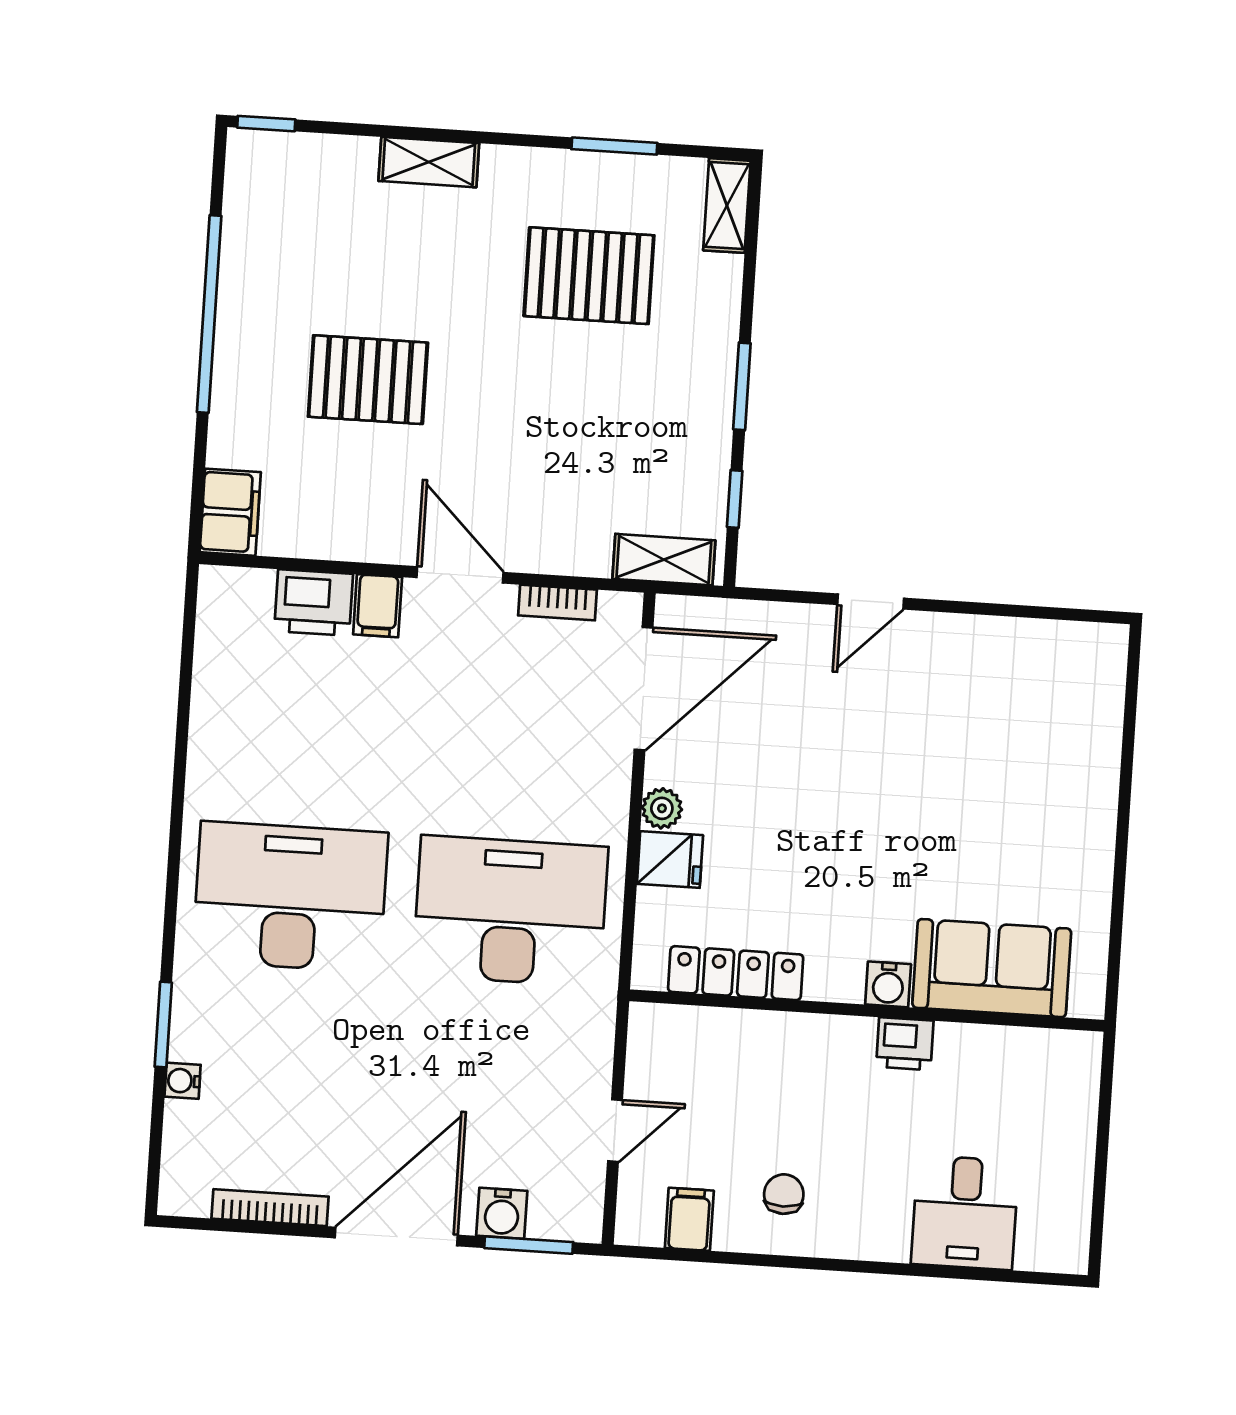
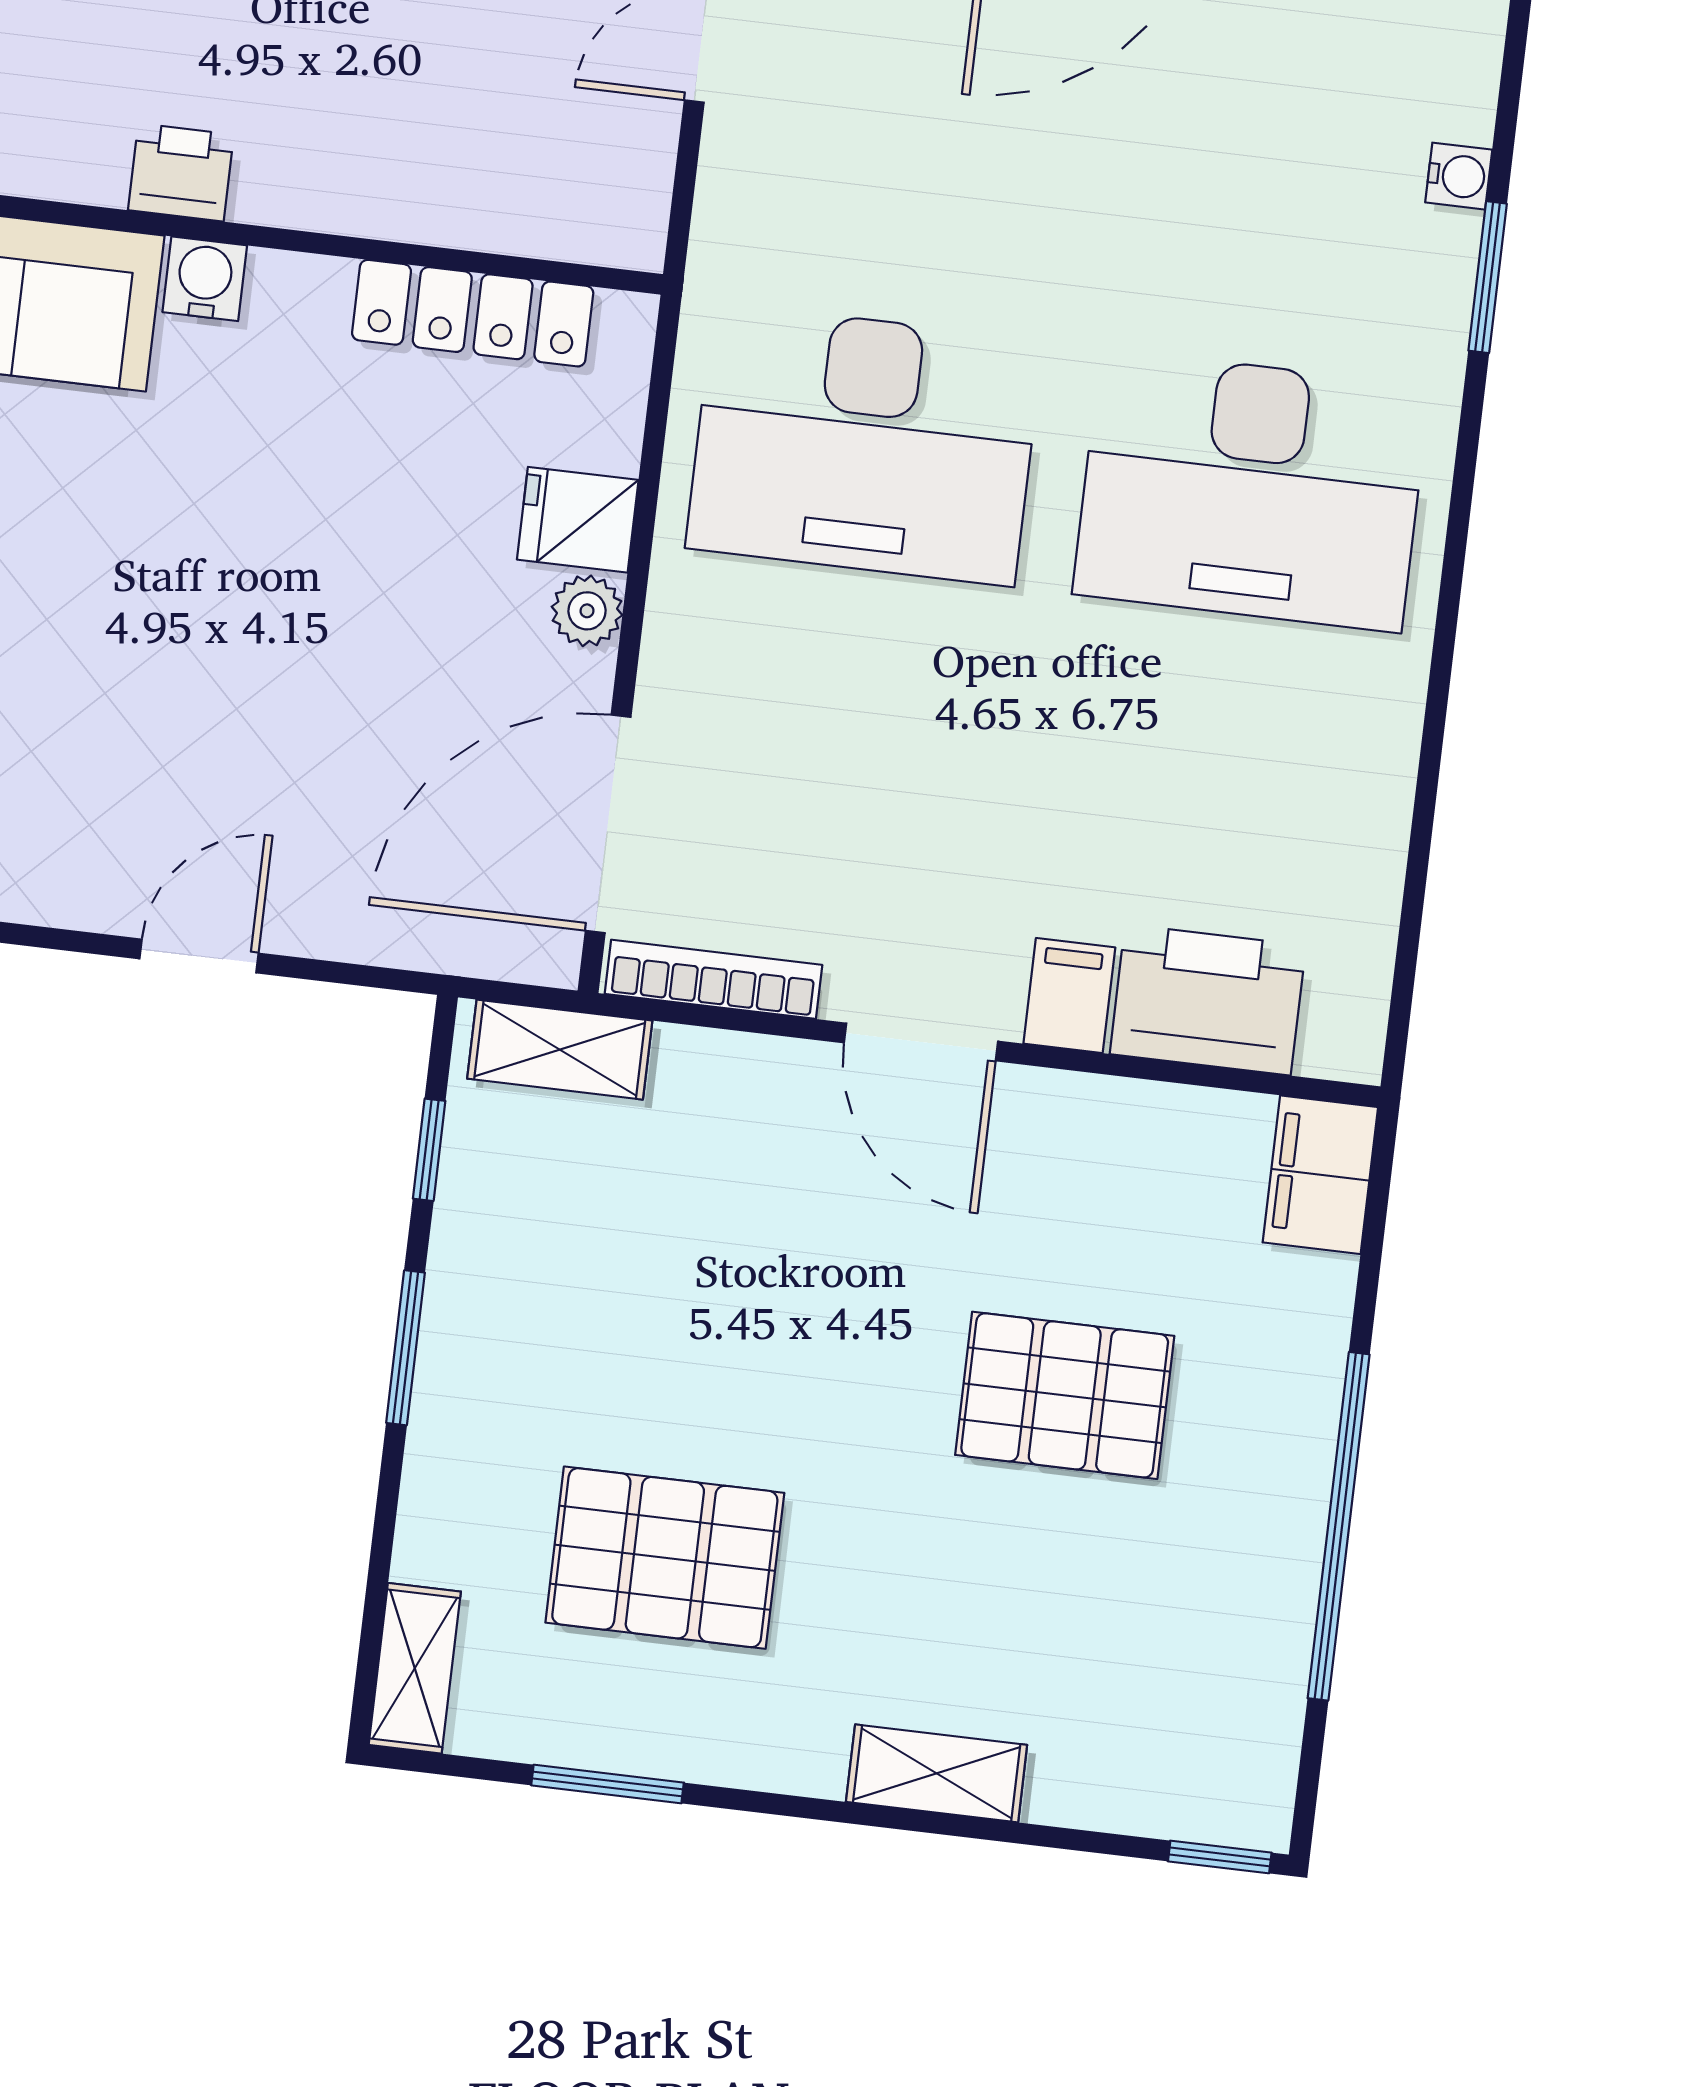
printer: (314, 603) -> (1208, 1000), width x1.37, depth x1.19
bookcase: (558, 603) -> (713, 979), width x1.56

